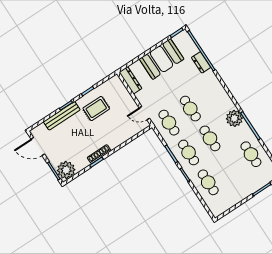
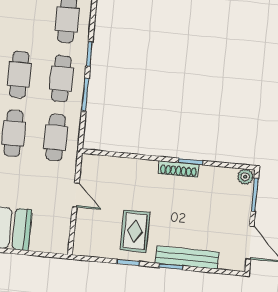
dresser: (130, 80) -> (62, 232), removed
rug: (96, 109) -> (135, 231), turned 90
door: (144, 113) -> (76, 195), moved
plant: (66, 170) -> (245, 177), width x0.53, depth x0.53

